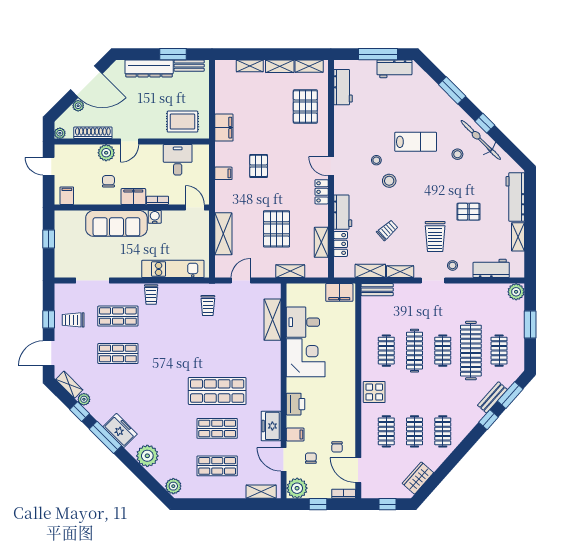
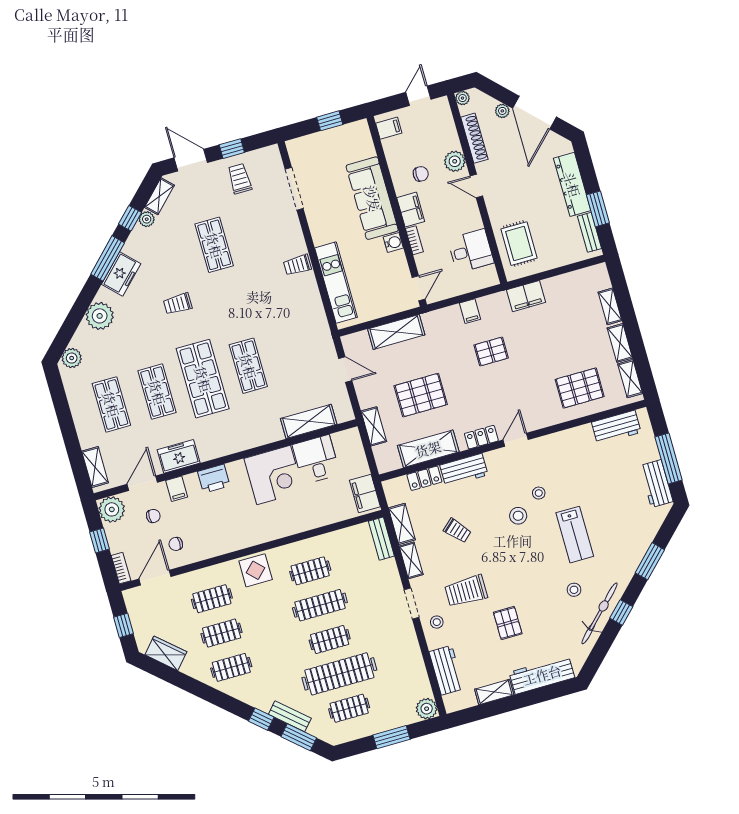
shelving: (321, 242) -> (428, 449), width x1.50, depth x1.33
trolley: (208, 306) -> (178, 304), moved
shop shelf: (118, 316) -> (248, 366), moved

